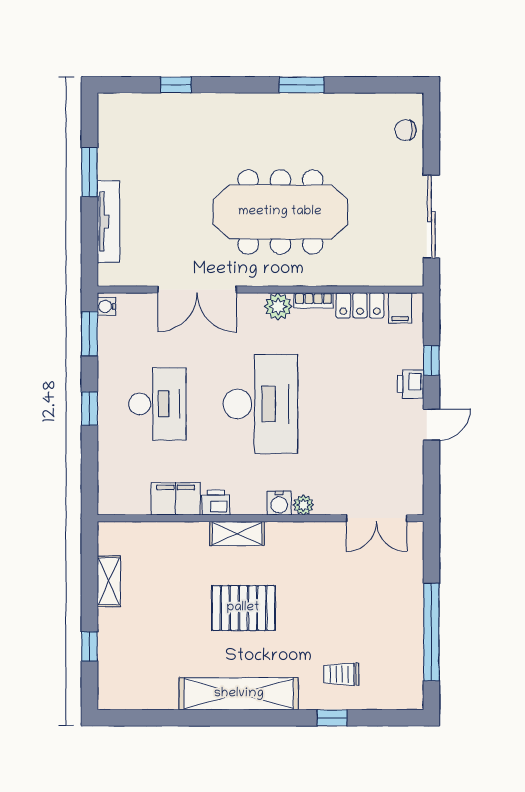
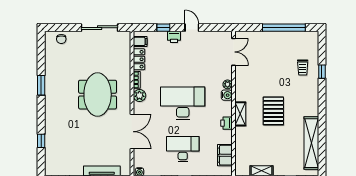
meeting table: (280, 212) -> (98, 95), width x0.73
filing cabinet: (176, 499) -> (225, 155), moved
shelving: (239, 694) -> (311, 143), moved

